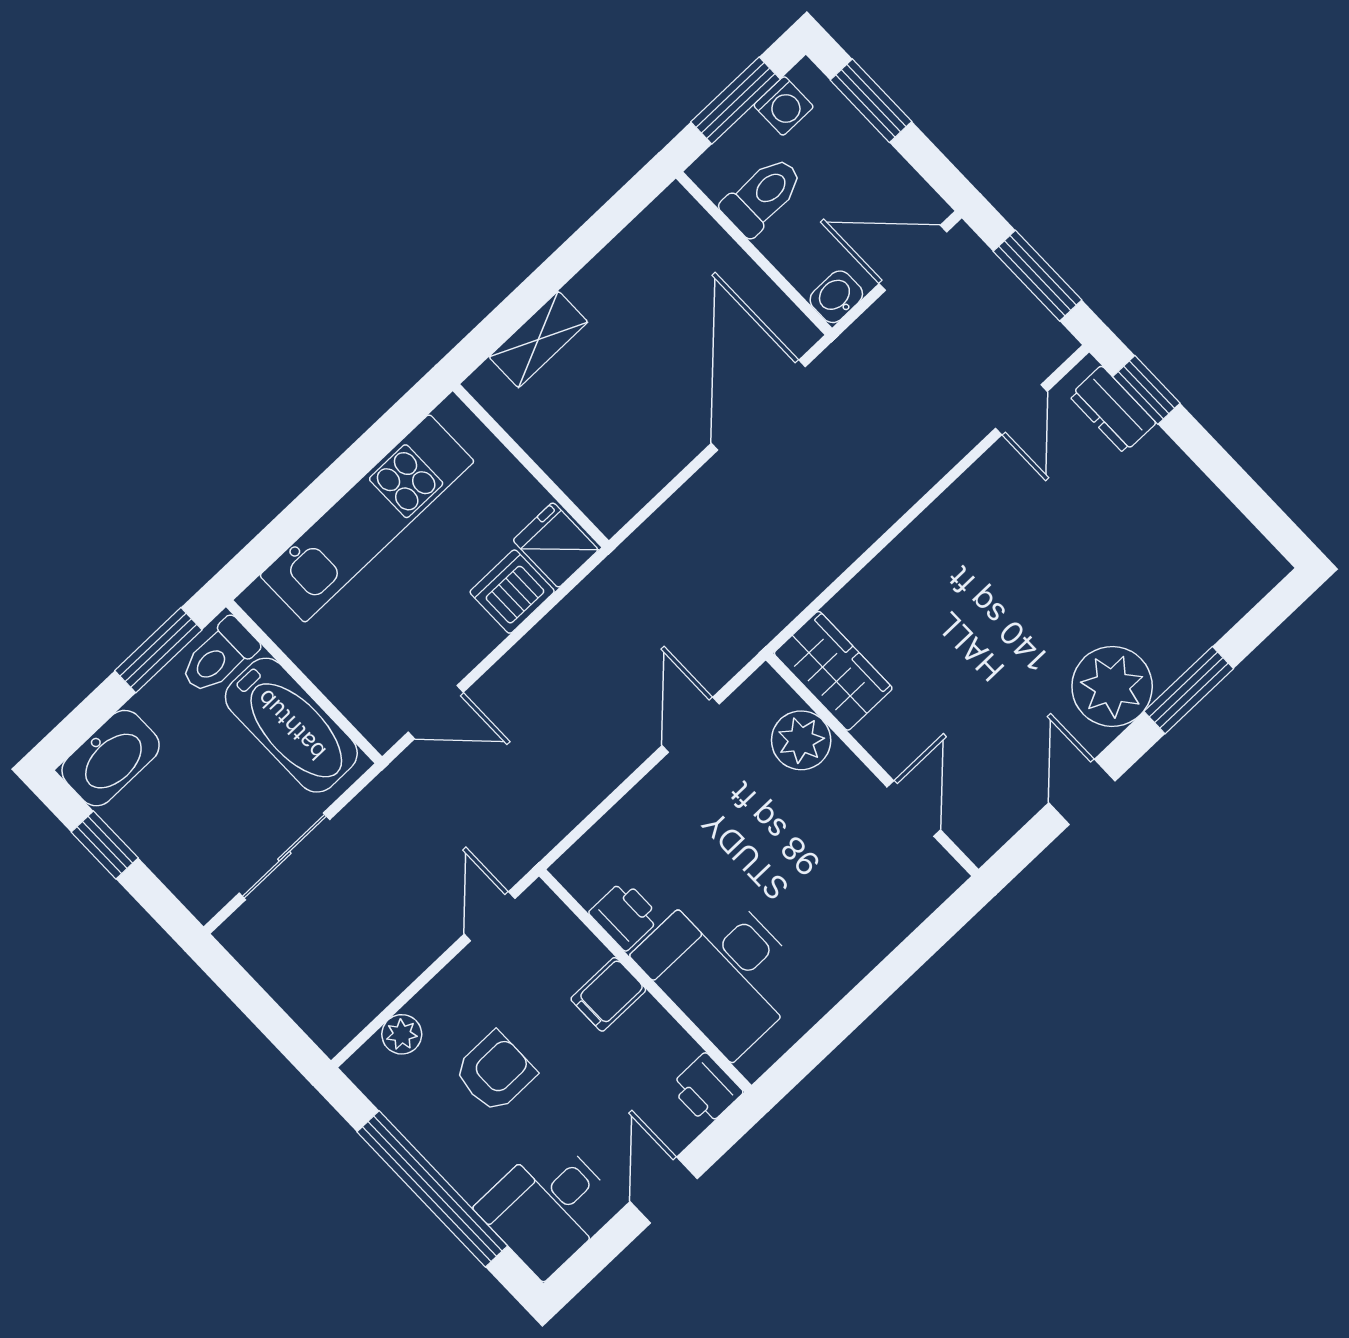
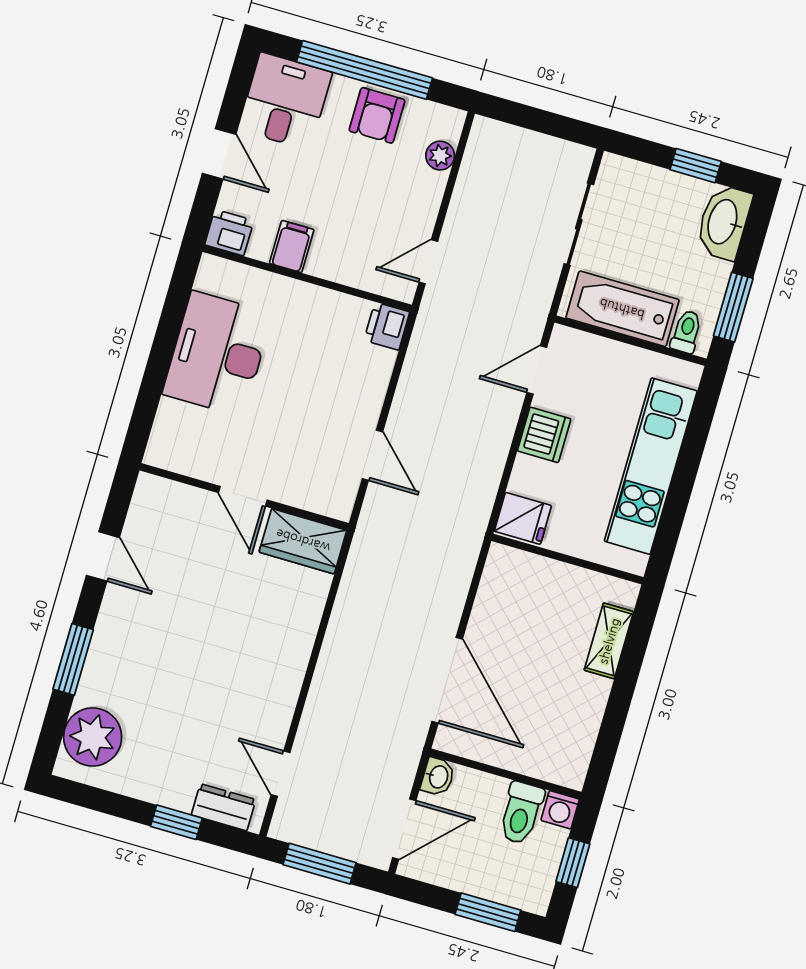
window: (736, 101) -> (573, 863), width x0.67
washing machine: (784, 106) -> (560, 810), moved, turned -90
window: (1146, 390) -> (176, 822), moved
dishwasher: (512, 592) -> (544, 435), moved
toilet: (219, 656) -> (686, 332), width x0.73, depth x0.72
plant: (1112, 686) -> (93, 737), moved
plant: (801, 740) -> (298, 486), removed
door: (914, 808) -> (243, 496), moved
printer: (625, 915) -> (387, 326), moved, turned 90
door: (490, 916) -> (428, 262), swing flipped
desk: (723, 969) -> (217, 354), moved, turned -90
filing cabinet: (608, 994) -> (292, 247), moved
armchair: (495, 1072) -> (377, 115), moved

